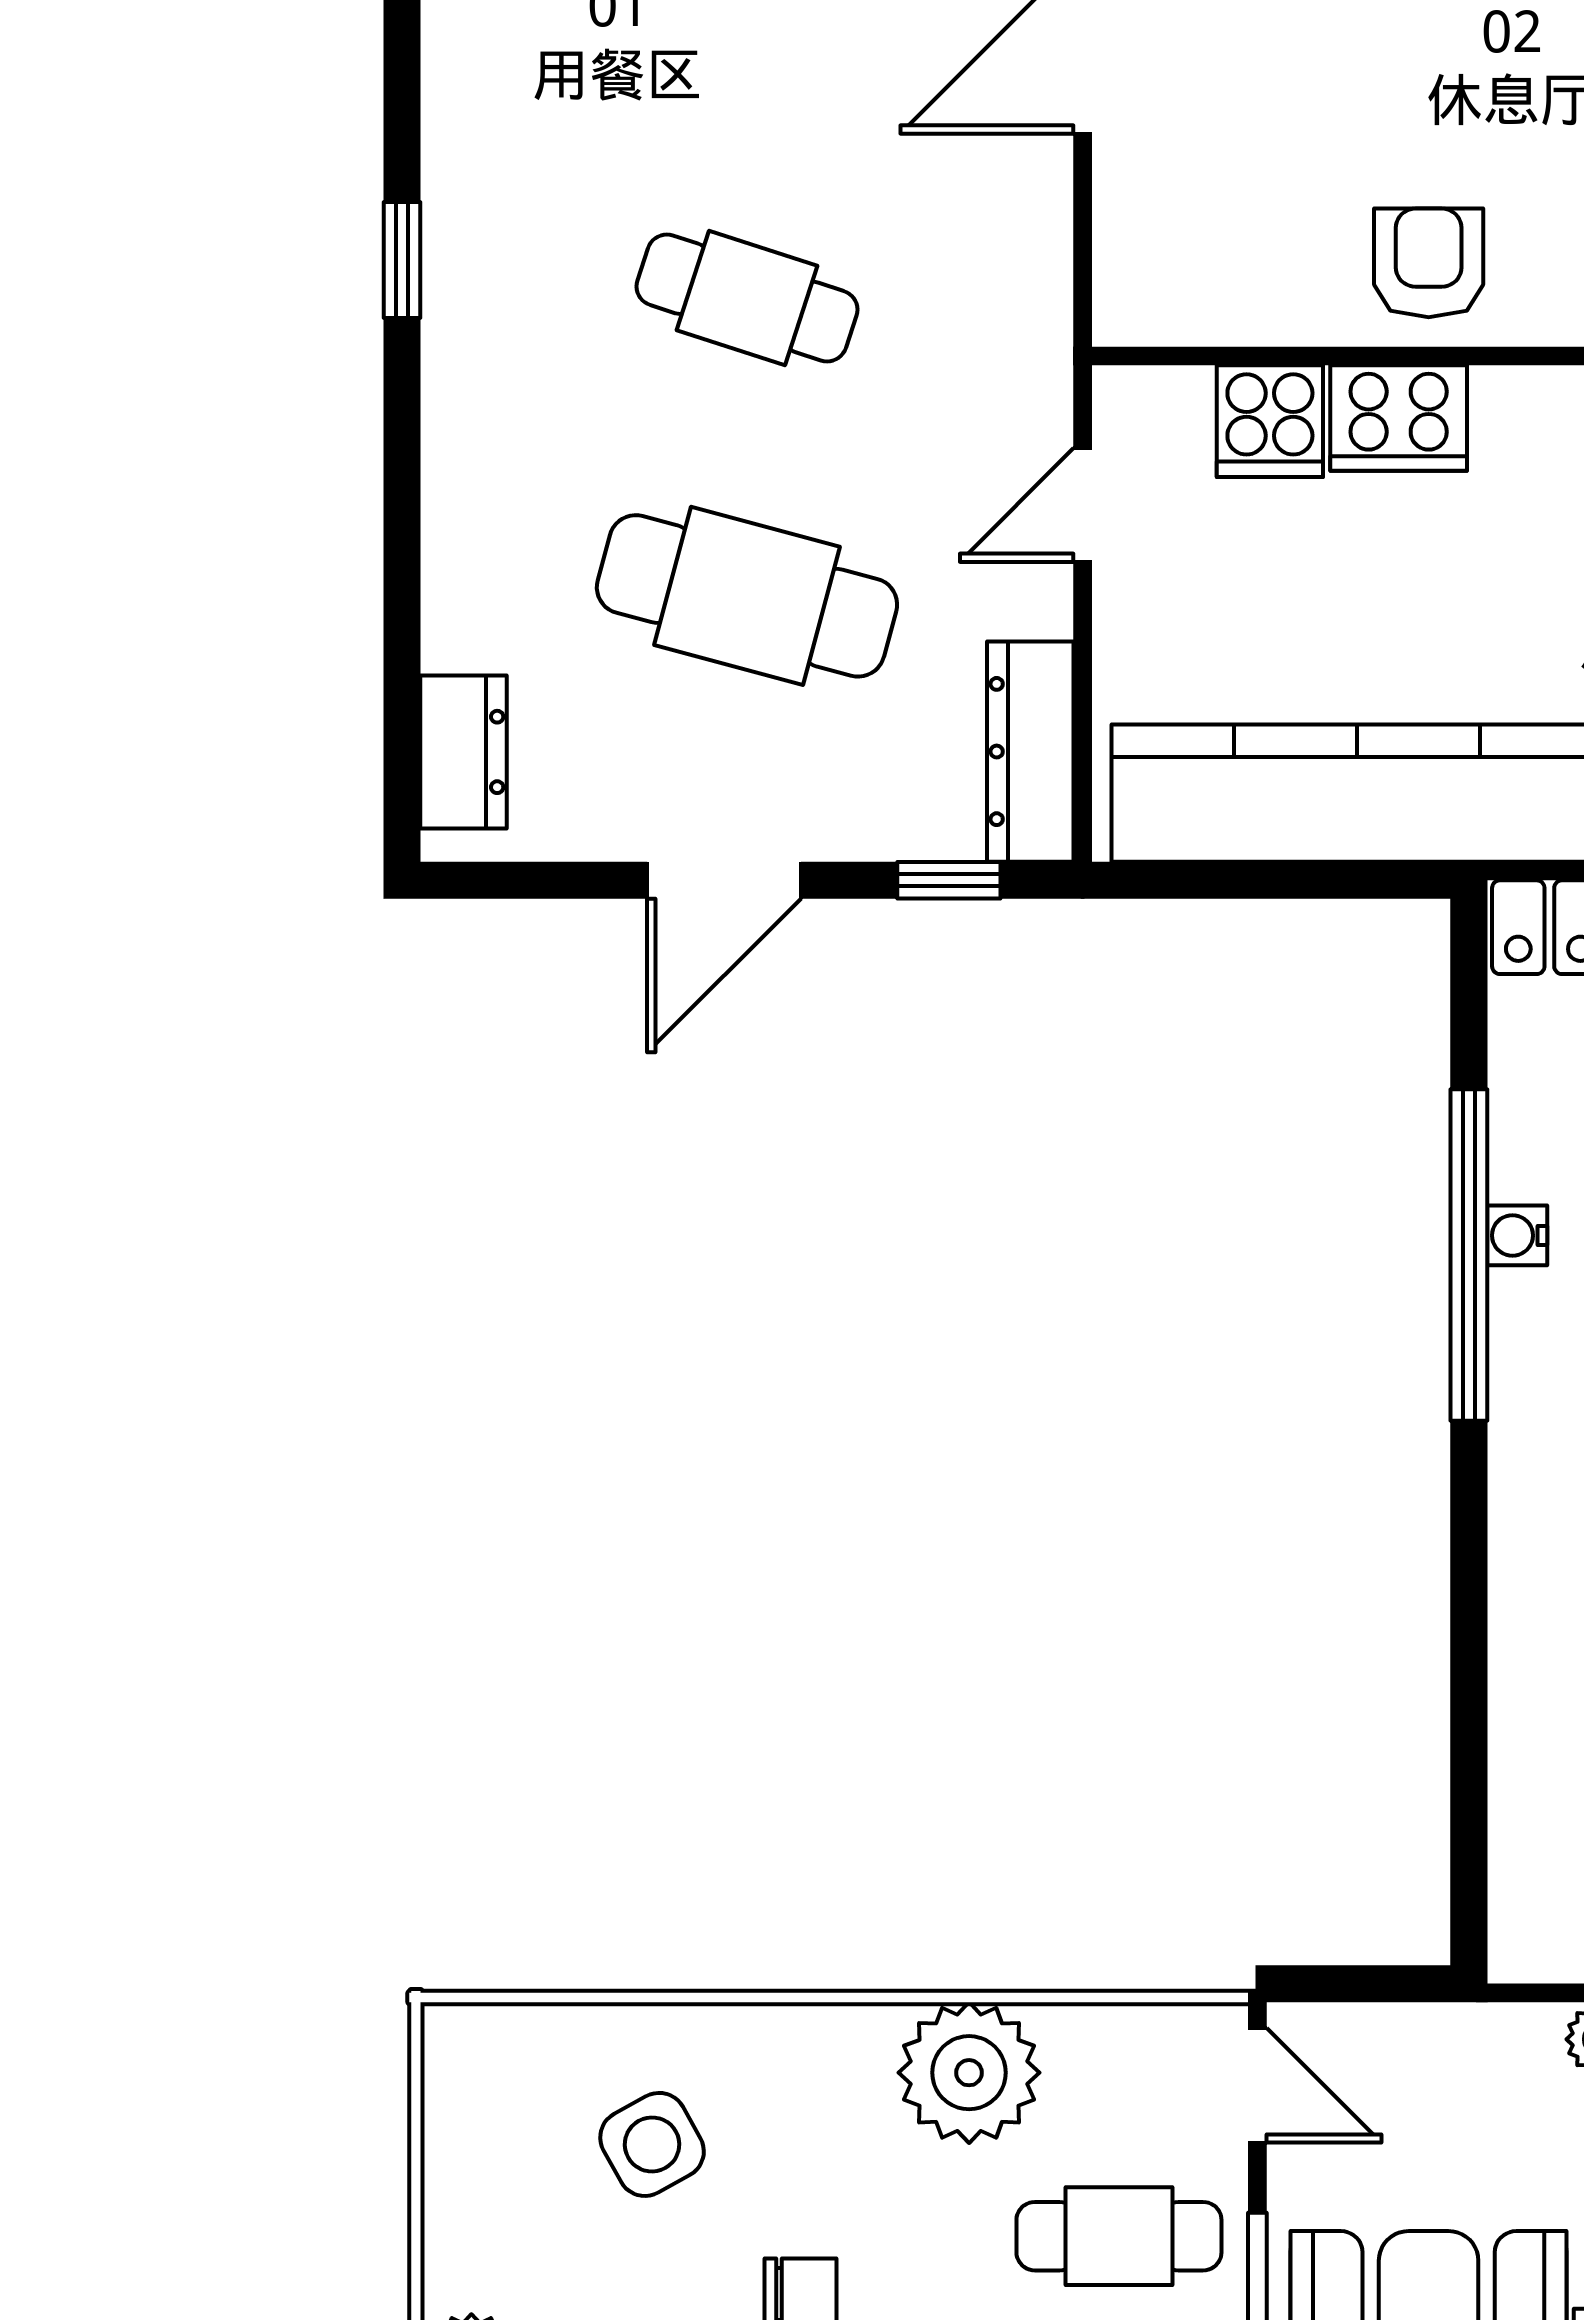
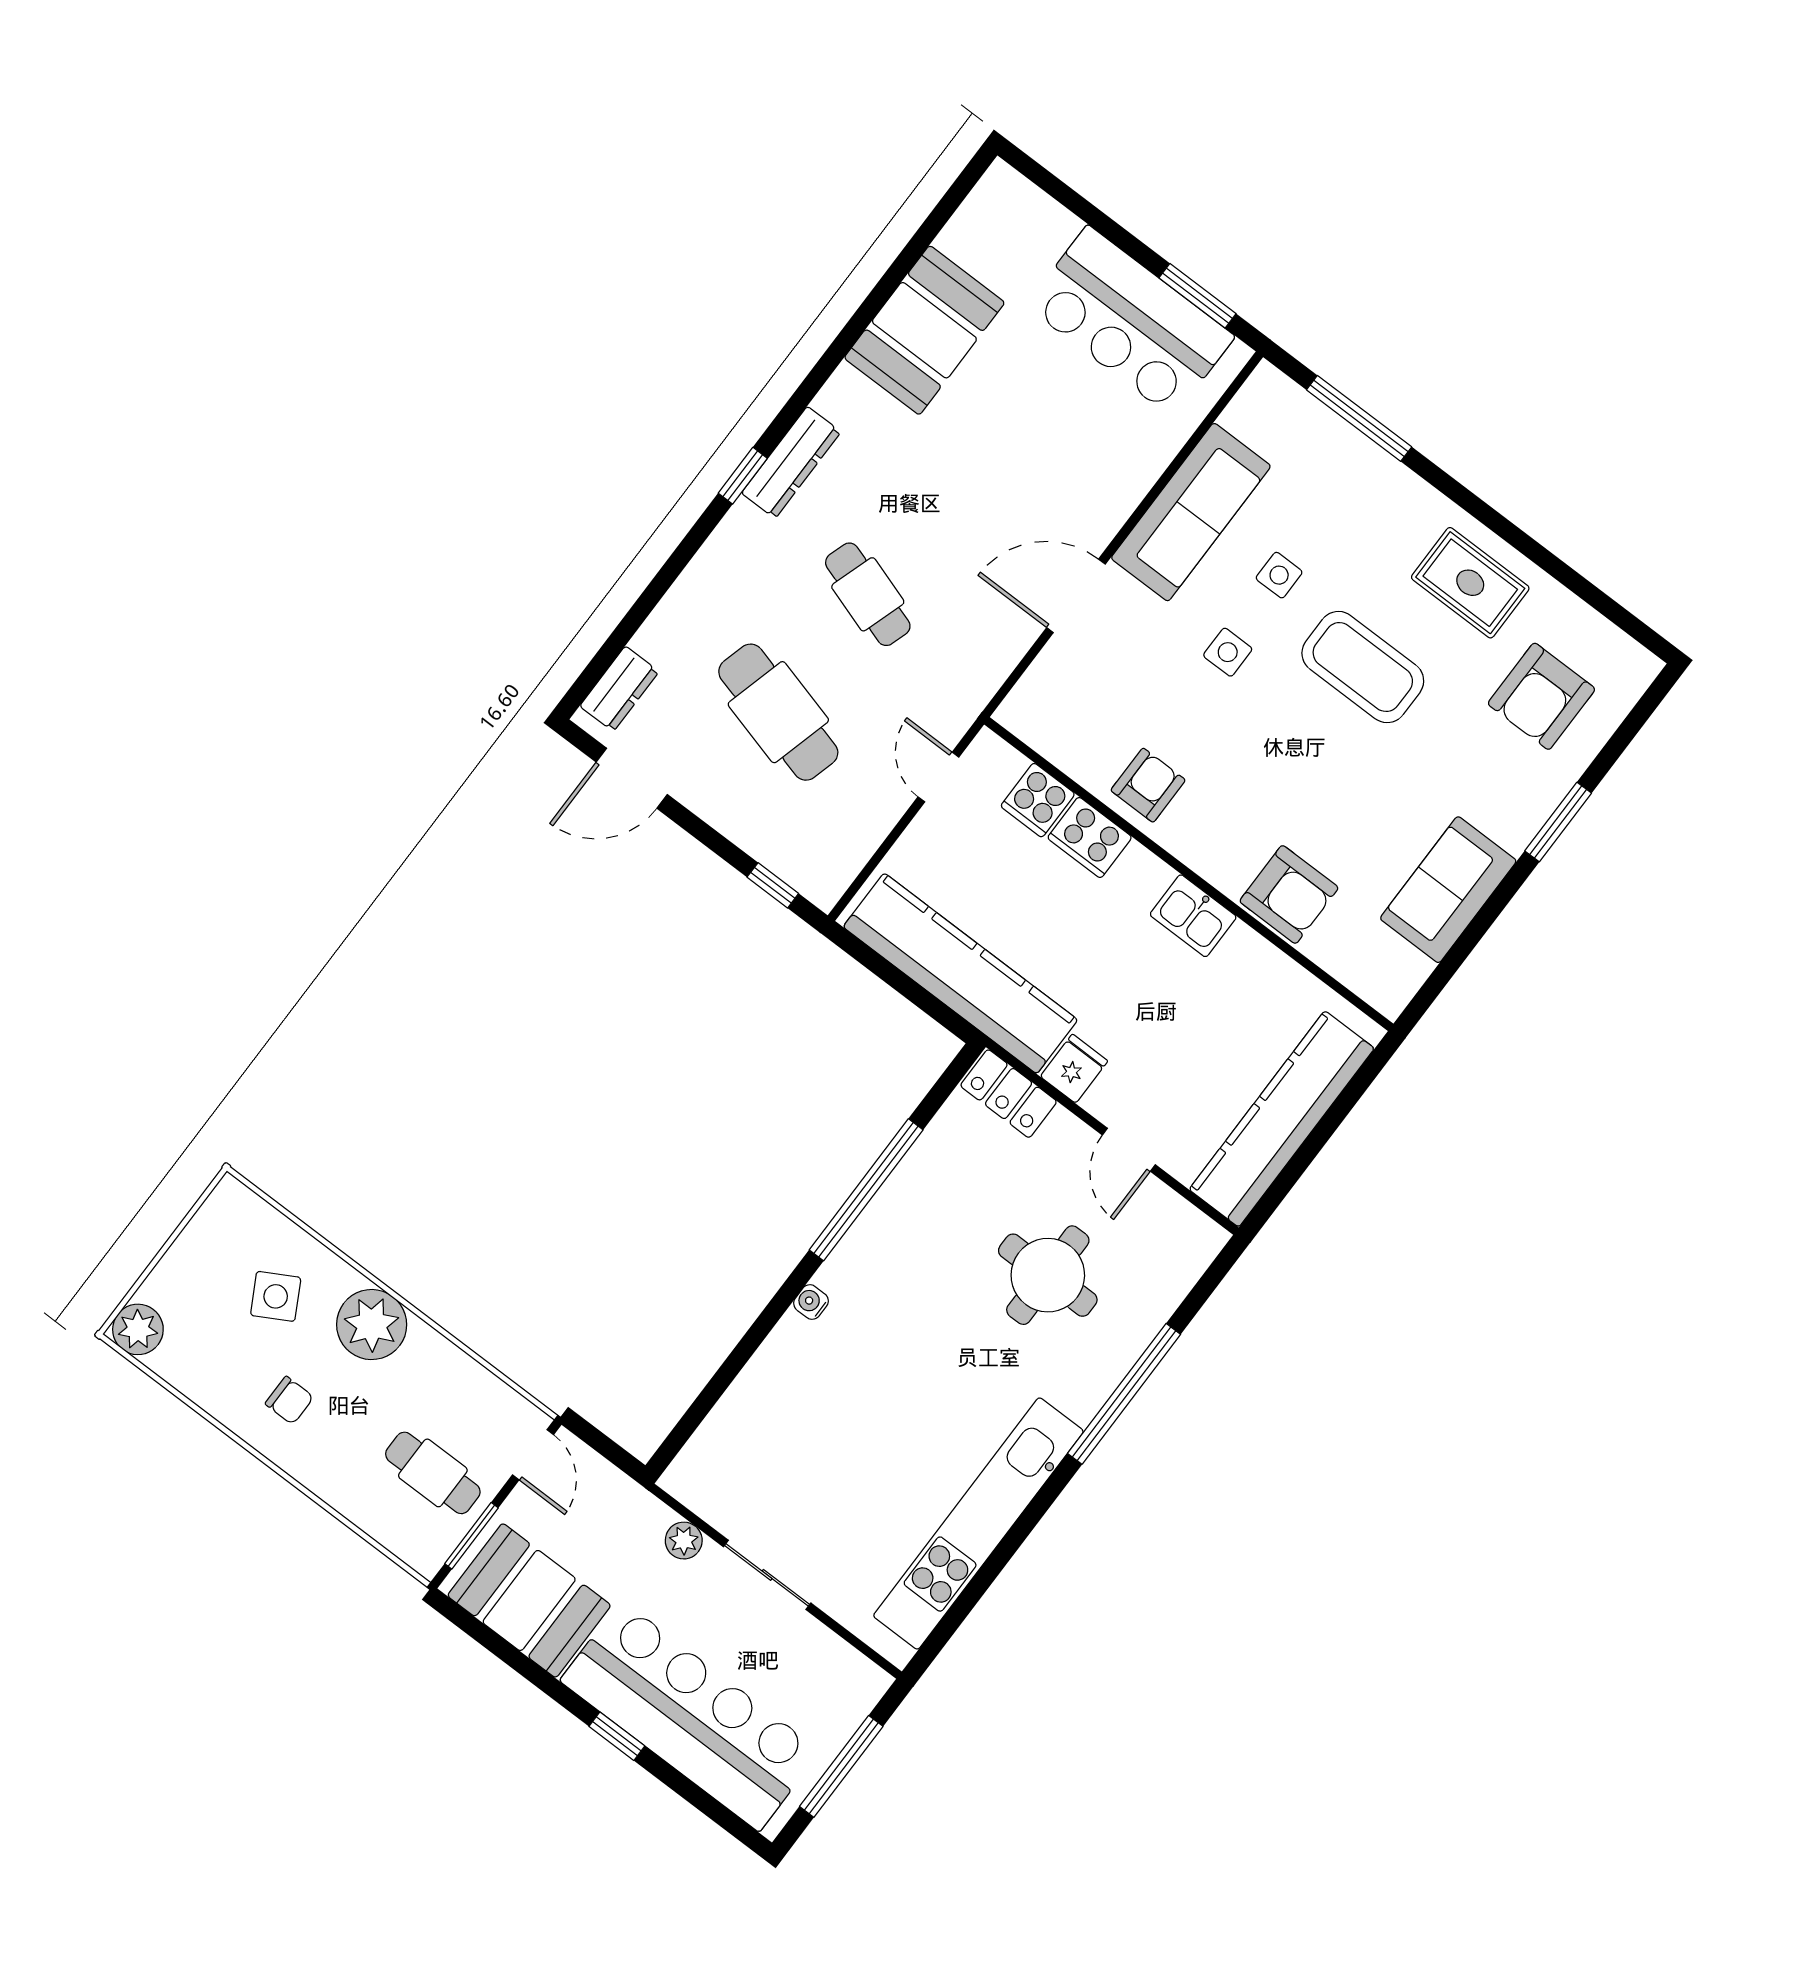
door: (1083, 505) -> (938, 777), hinge flipped
dresser: (1030, 752) -> (791, 462), moved, turned 180
door: (724, 880) -> (632, 778), moved
water cooler: (1517, 1235) -> (811, 1302), moved
plant: (969, 2073) -> (372, 1325), moved

